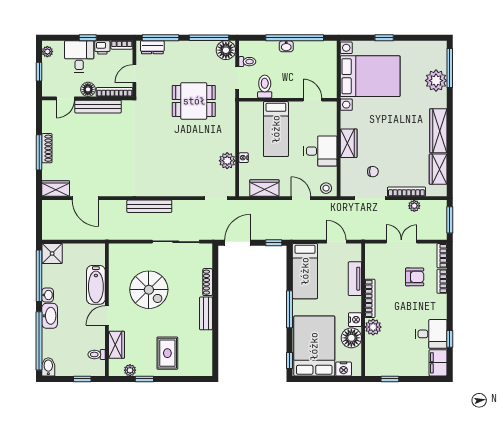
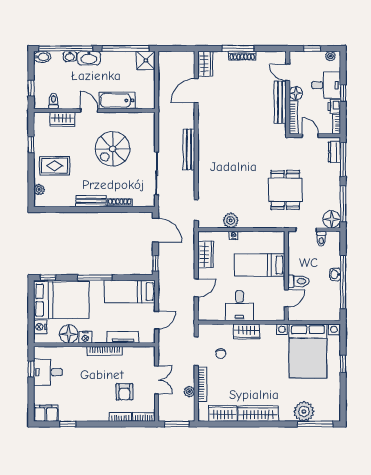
toilet: (265, 86) -> (298, 281), moved
stool: (326, 188) -> (206, 311), removed
washbasin: (48, 295) -> (70, 56), moved
plant: (373, 327) -> (79, 354), removed
desk: (431, 334) -> (48, 372), moved, turned 90
plant: (130, 370) -> (39, 189), moved

